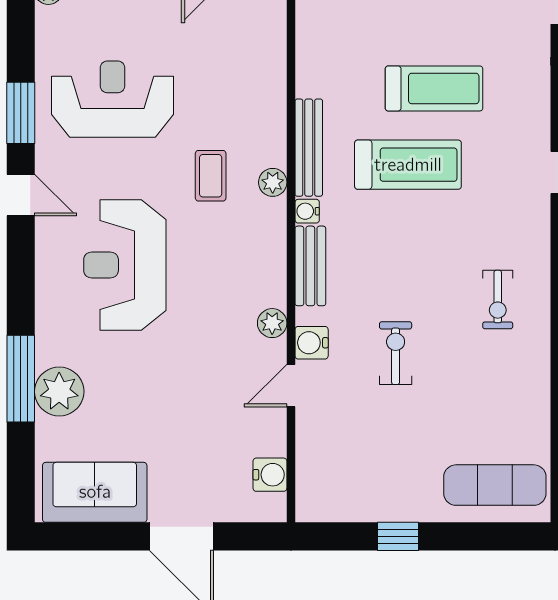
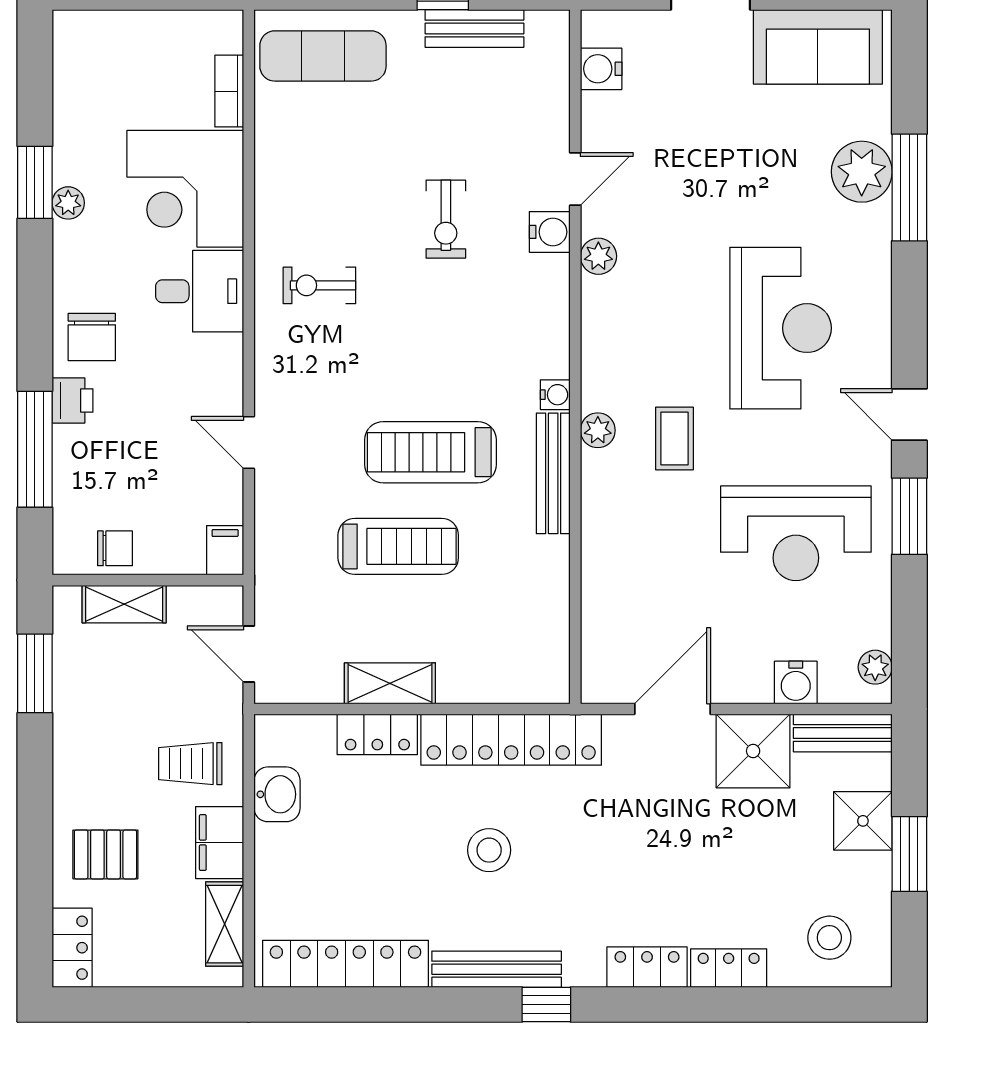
treadmill: (434, 88) -> (398, 546), turned 180
bench: (310, 266) -> (474, 29), moved, turned 90
exercise bike: (498, 300) -> (319, 285), turned -90

